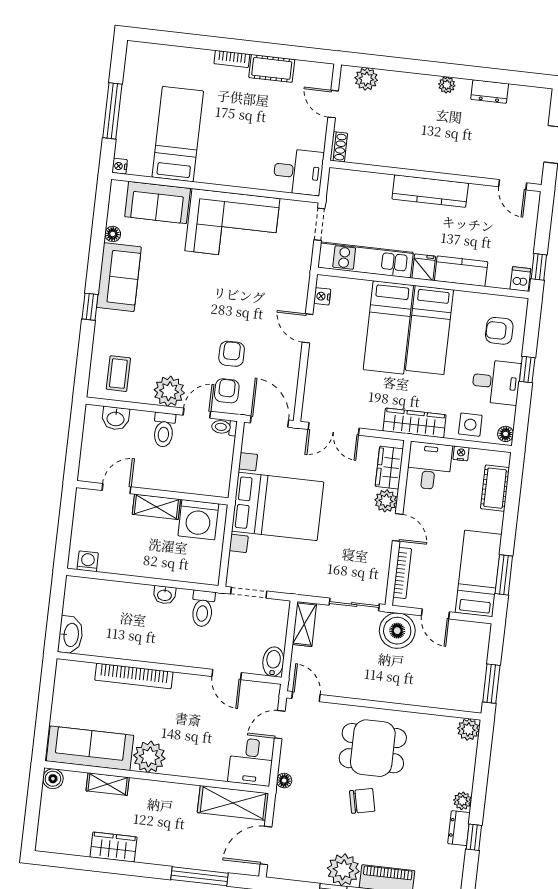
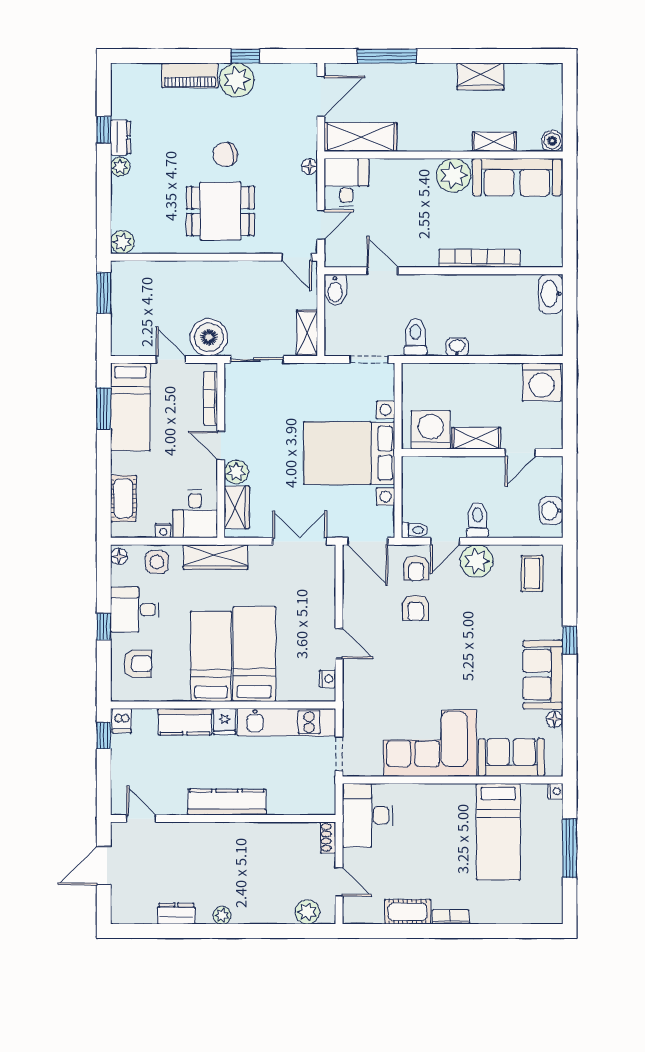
desk: (298, 172) -> (367, 815), width x1.37
washbasin: (116, 418) -> (551, 511), moved, turned -90
washing machine: (88, 561) -> (542, 382), width x1.89, depth x1.89

